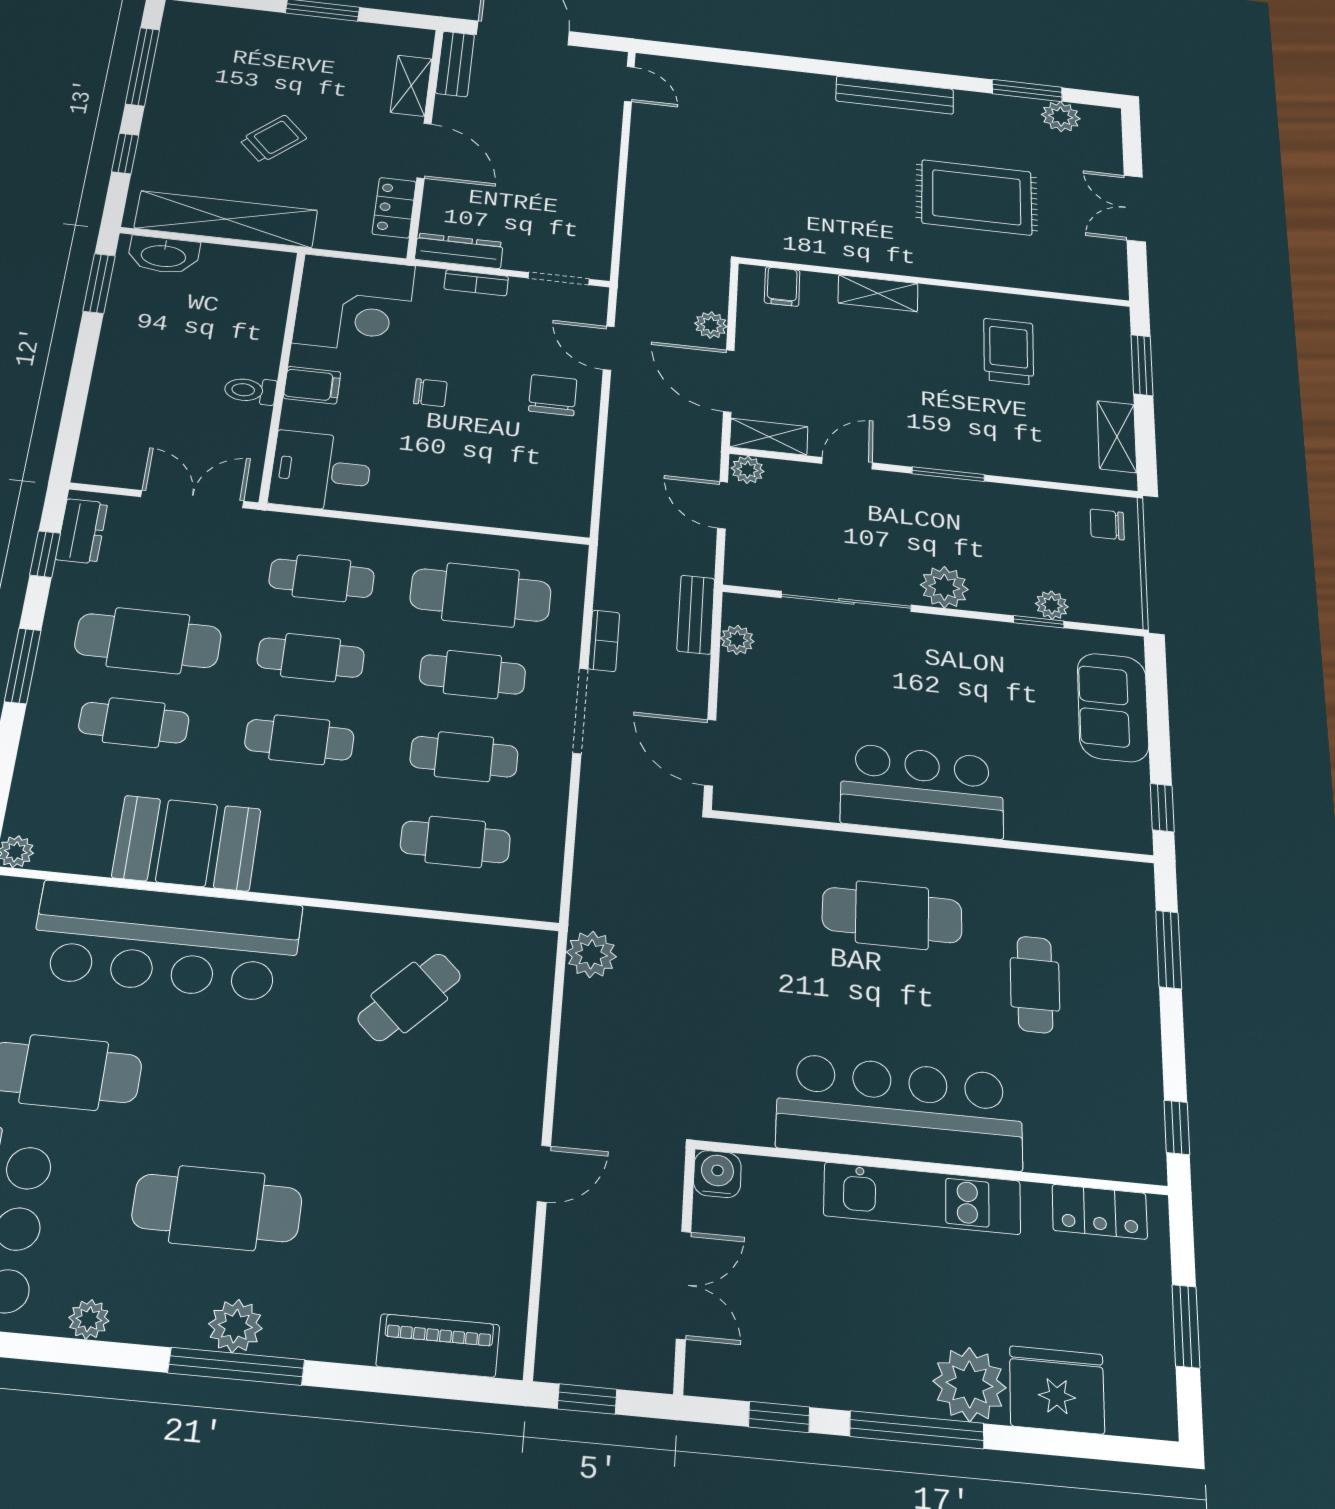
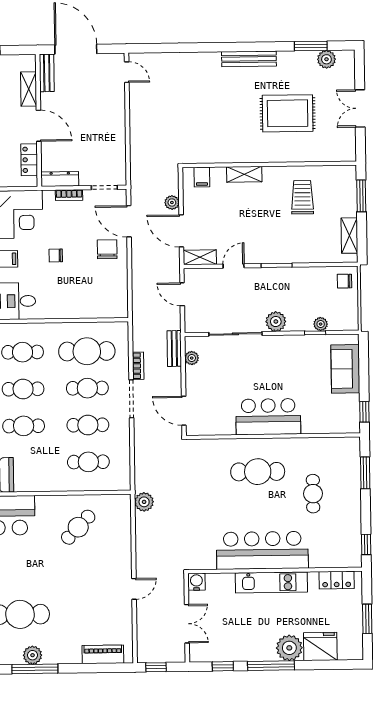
door: (609, 348) -> (129, 221), width x1.38
chair: (430, 393) -> (56, 255), turned 180
plant: (748, 470) -> (192, 275), removed

